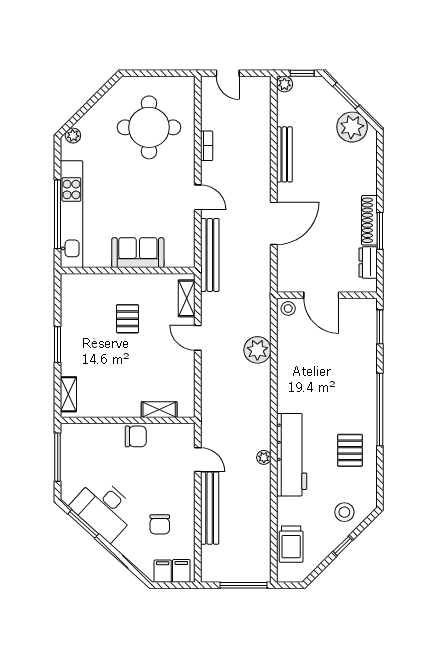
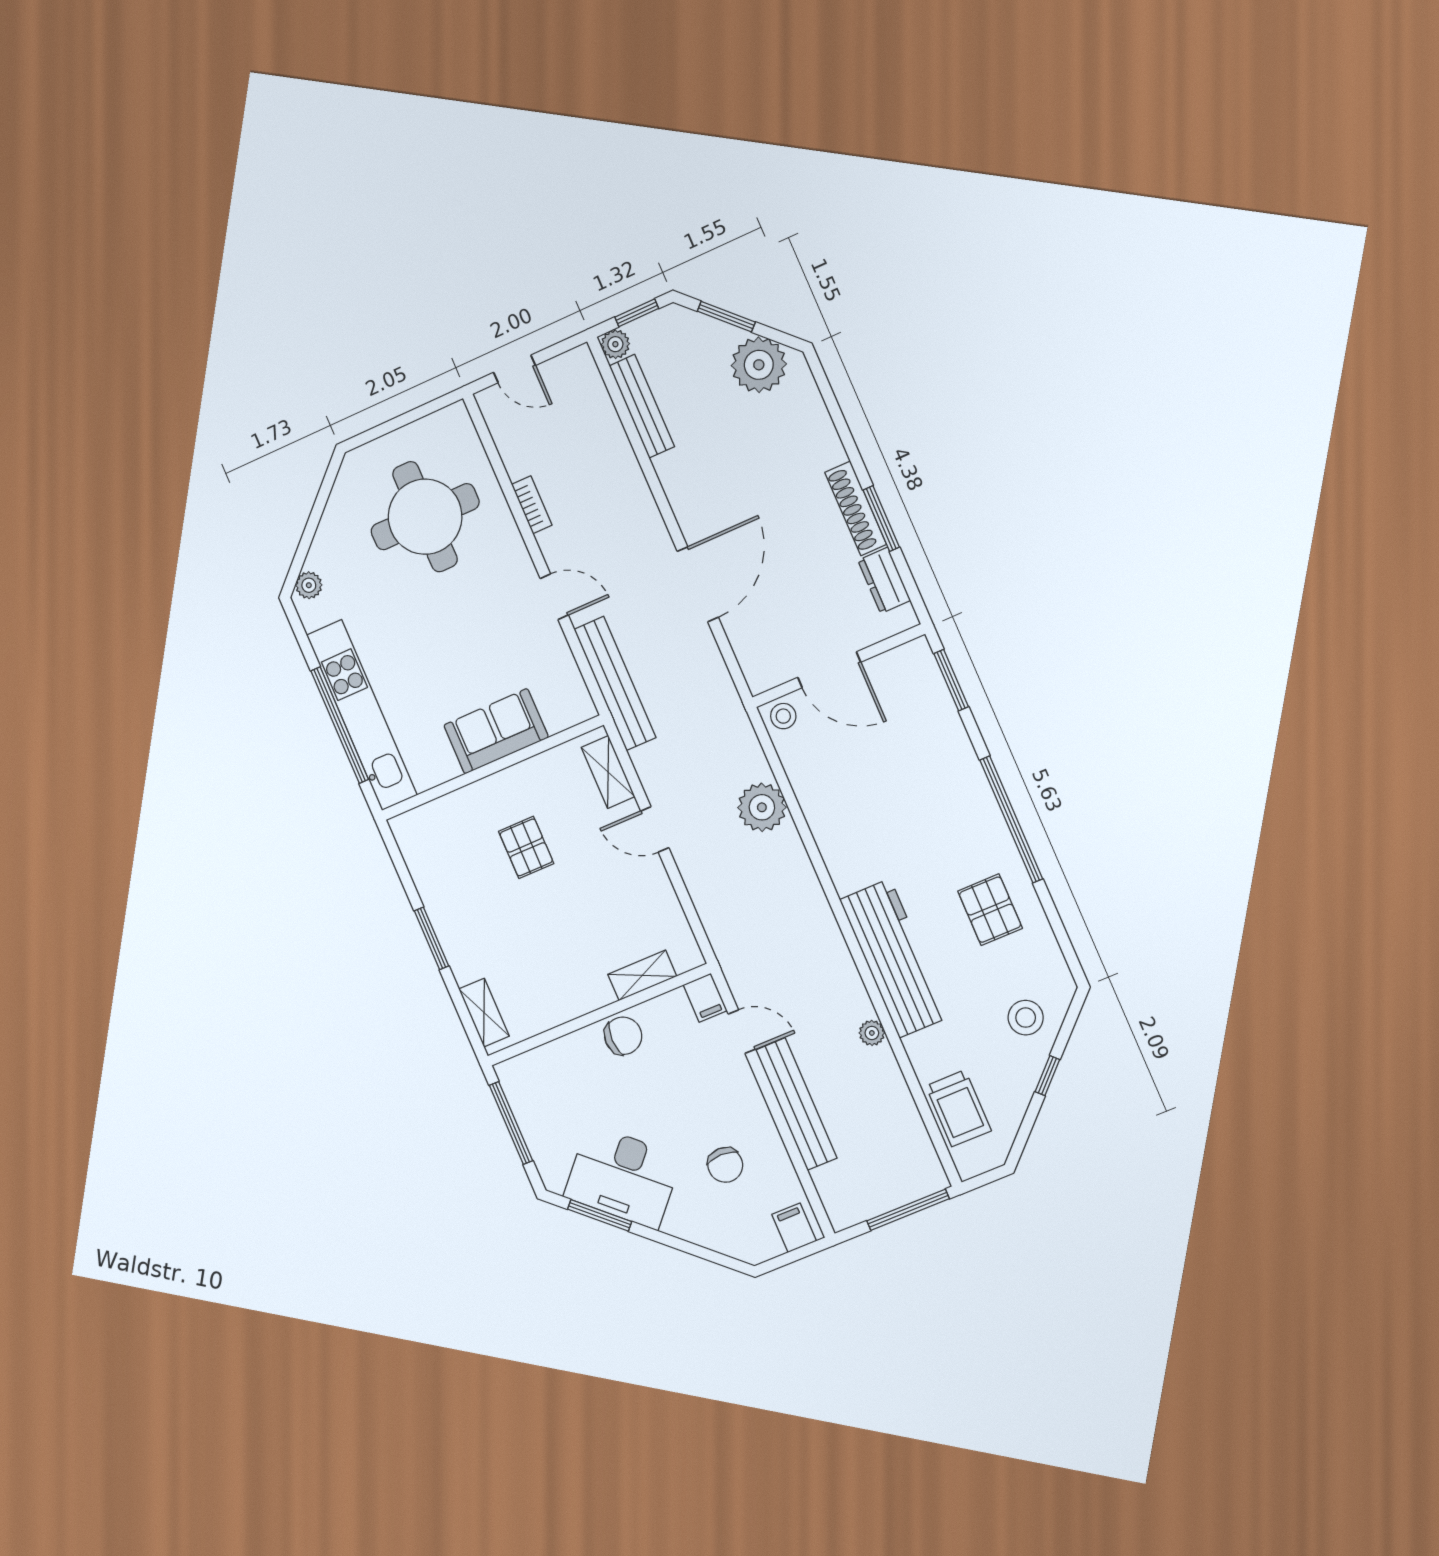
bench: (284, 154) -> (642, 406), moved
plant: (264, 457) -> (872, 1033), moved
filing cabinet: (163, 571) -> (705, 998), moved, turned 180

